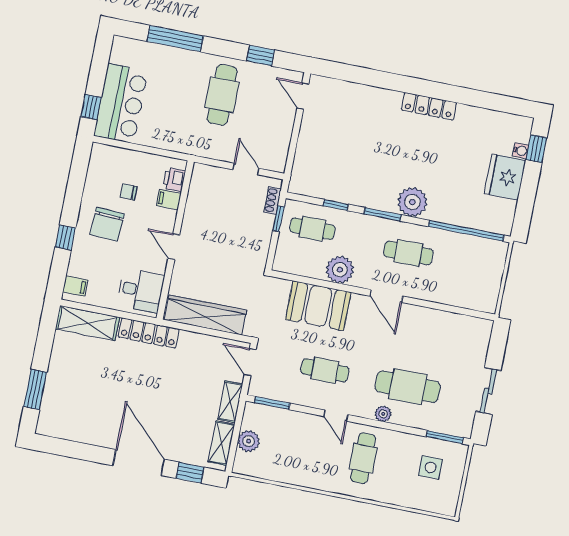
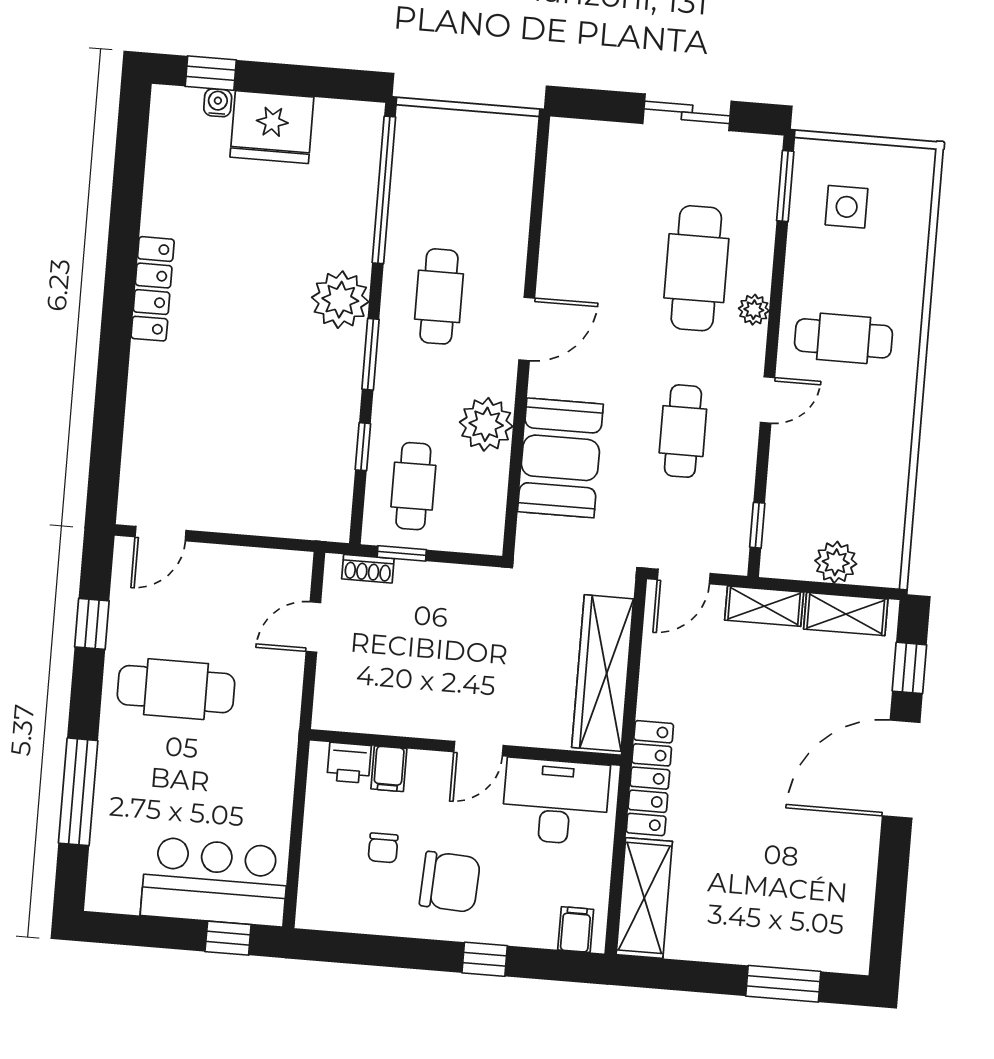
desk: (141, 290) -> (556, 802), width x1.37
window: (272, 403) -> (757, 525), width x0.67

